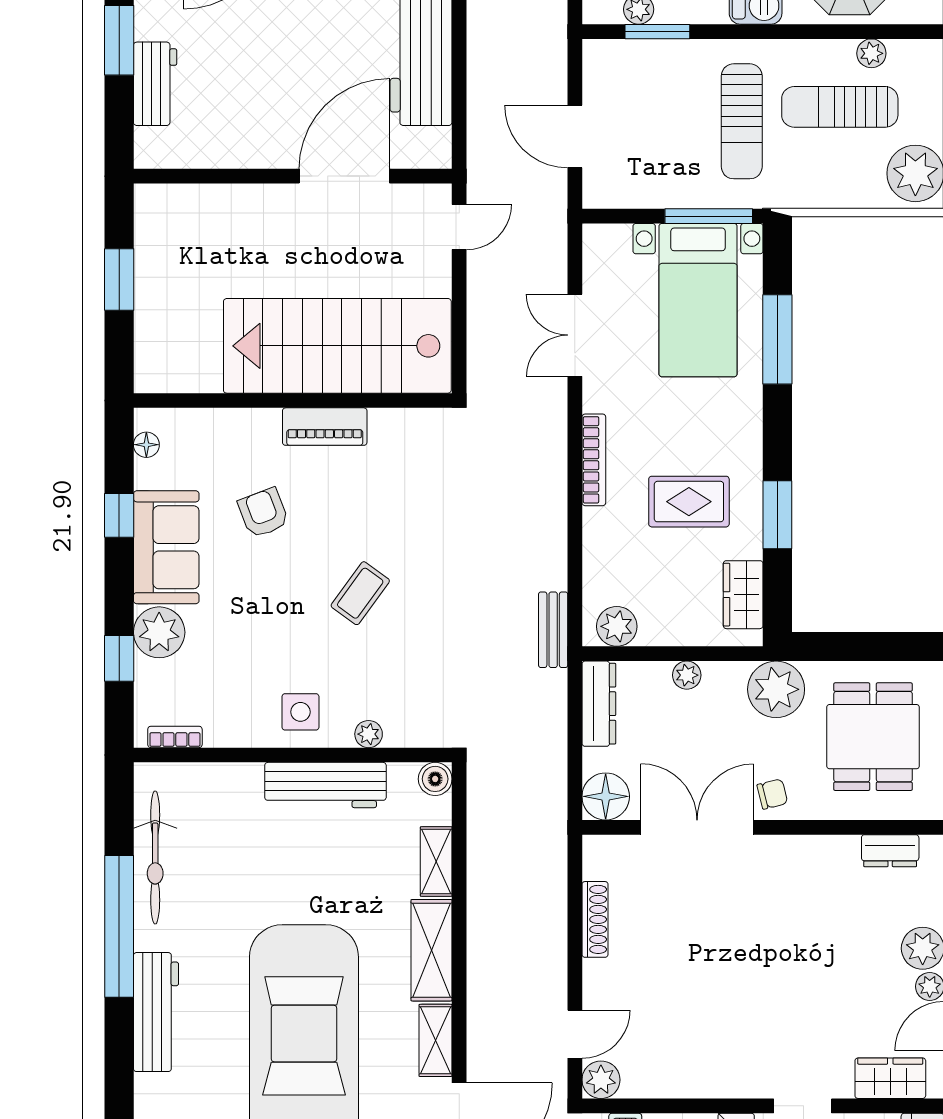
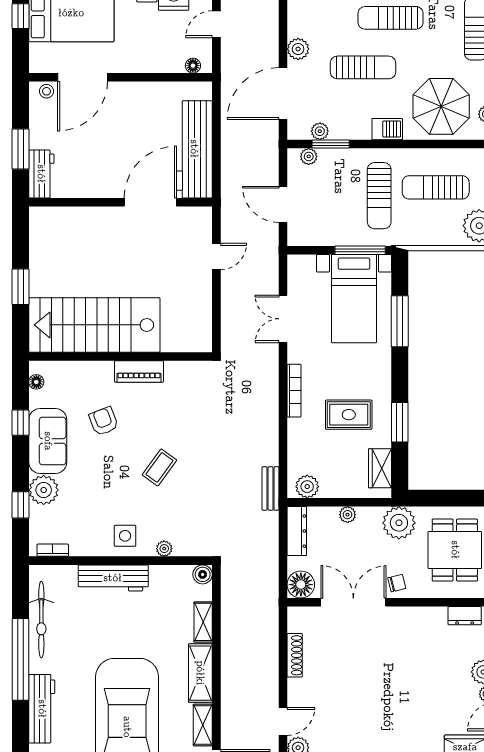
plant: (871, 53) -> (309, 156), moved
wall: (293, 176) -> (121, 202), moved
door: (344, 176) -> (150, 202), moved
stairs: (337, 346) -> (94, 325), moved
workbench: (325, 785) -> (113, 578), moved

